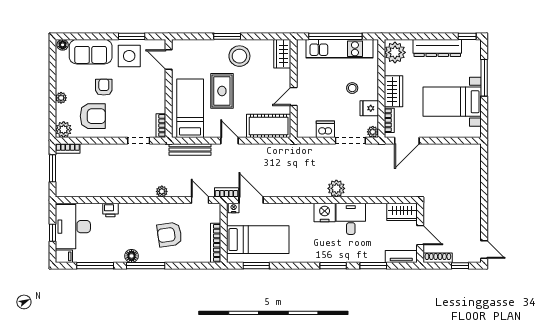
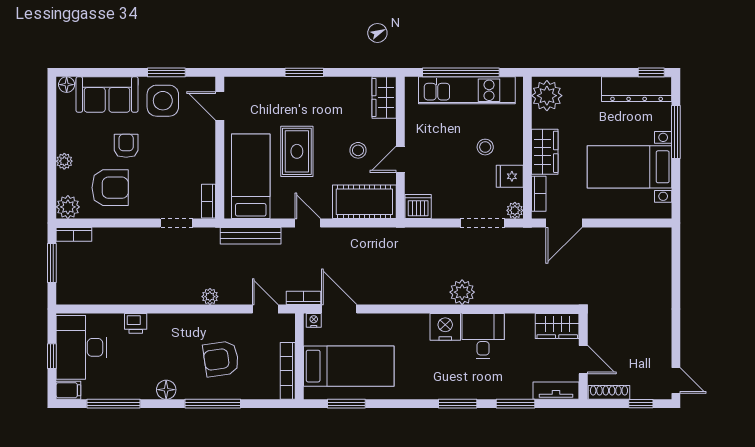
dresser: (437, 48) -> (637, 89), moved
stool: (239, 56) -> (358, 150), moved, width x0.53, depth x0.53
dishwasher: (325, 129) -> (418, 207), moved
window: (146, 266) -> (213, 404), moved

